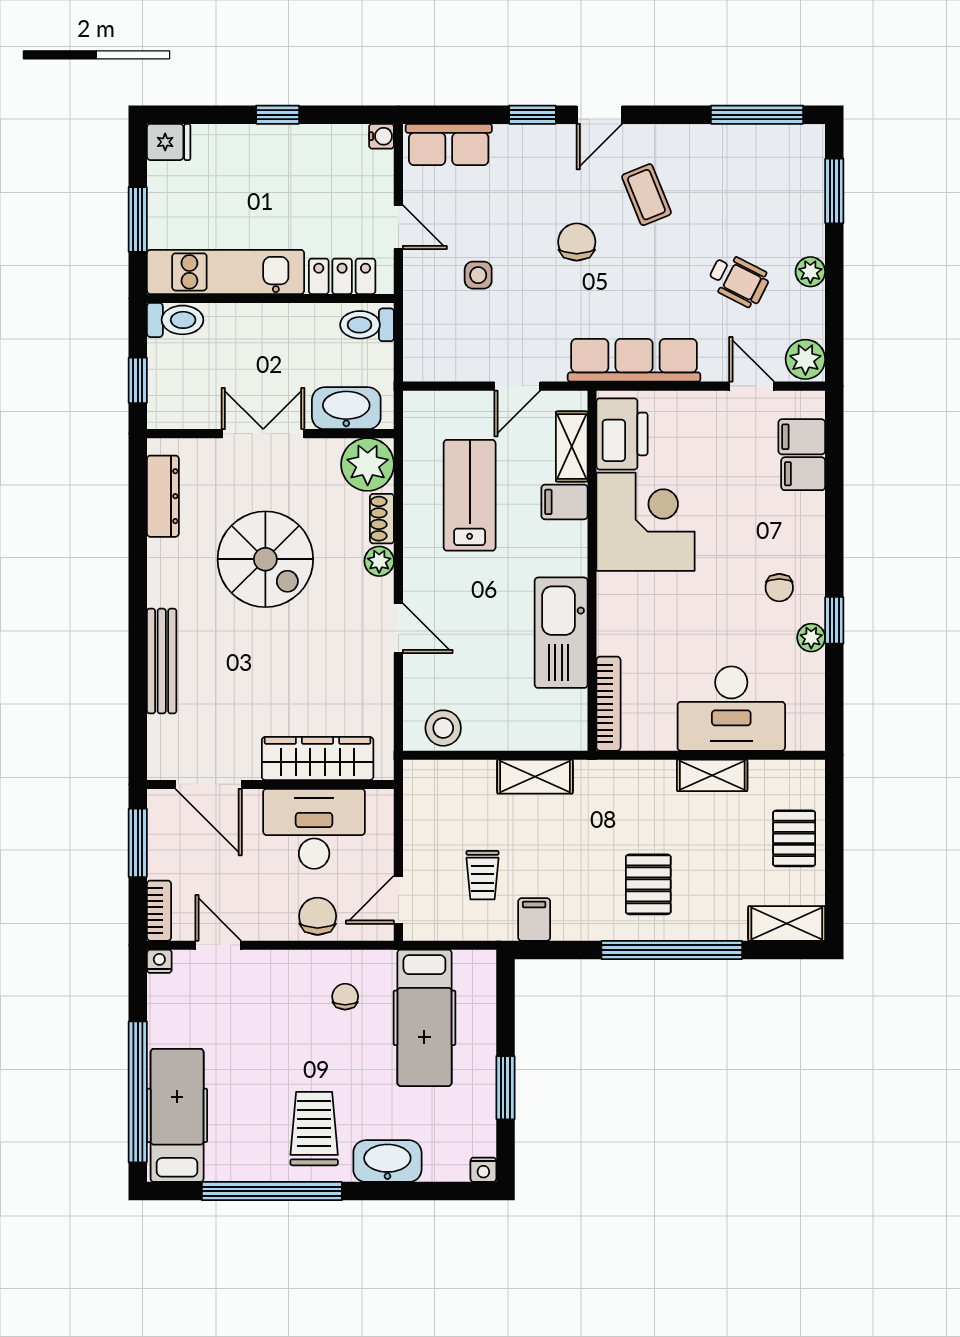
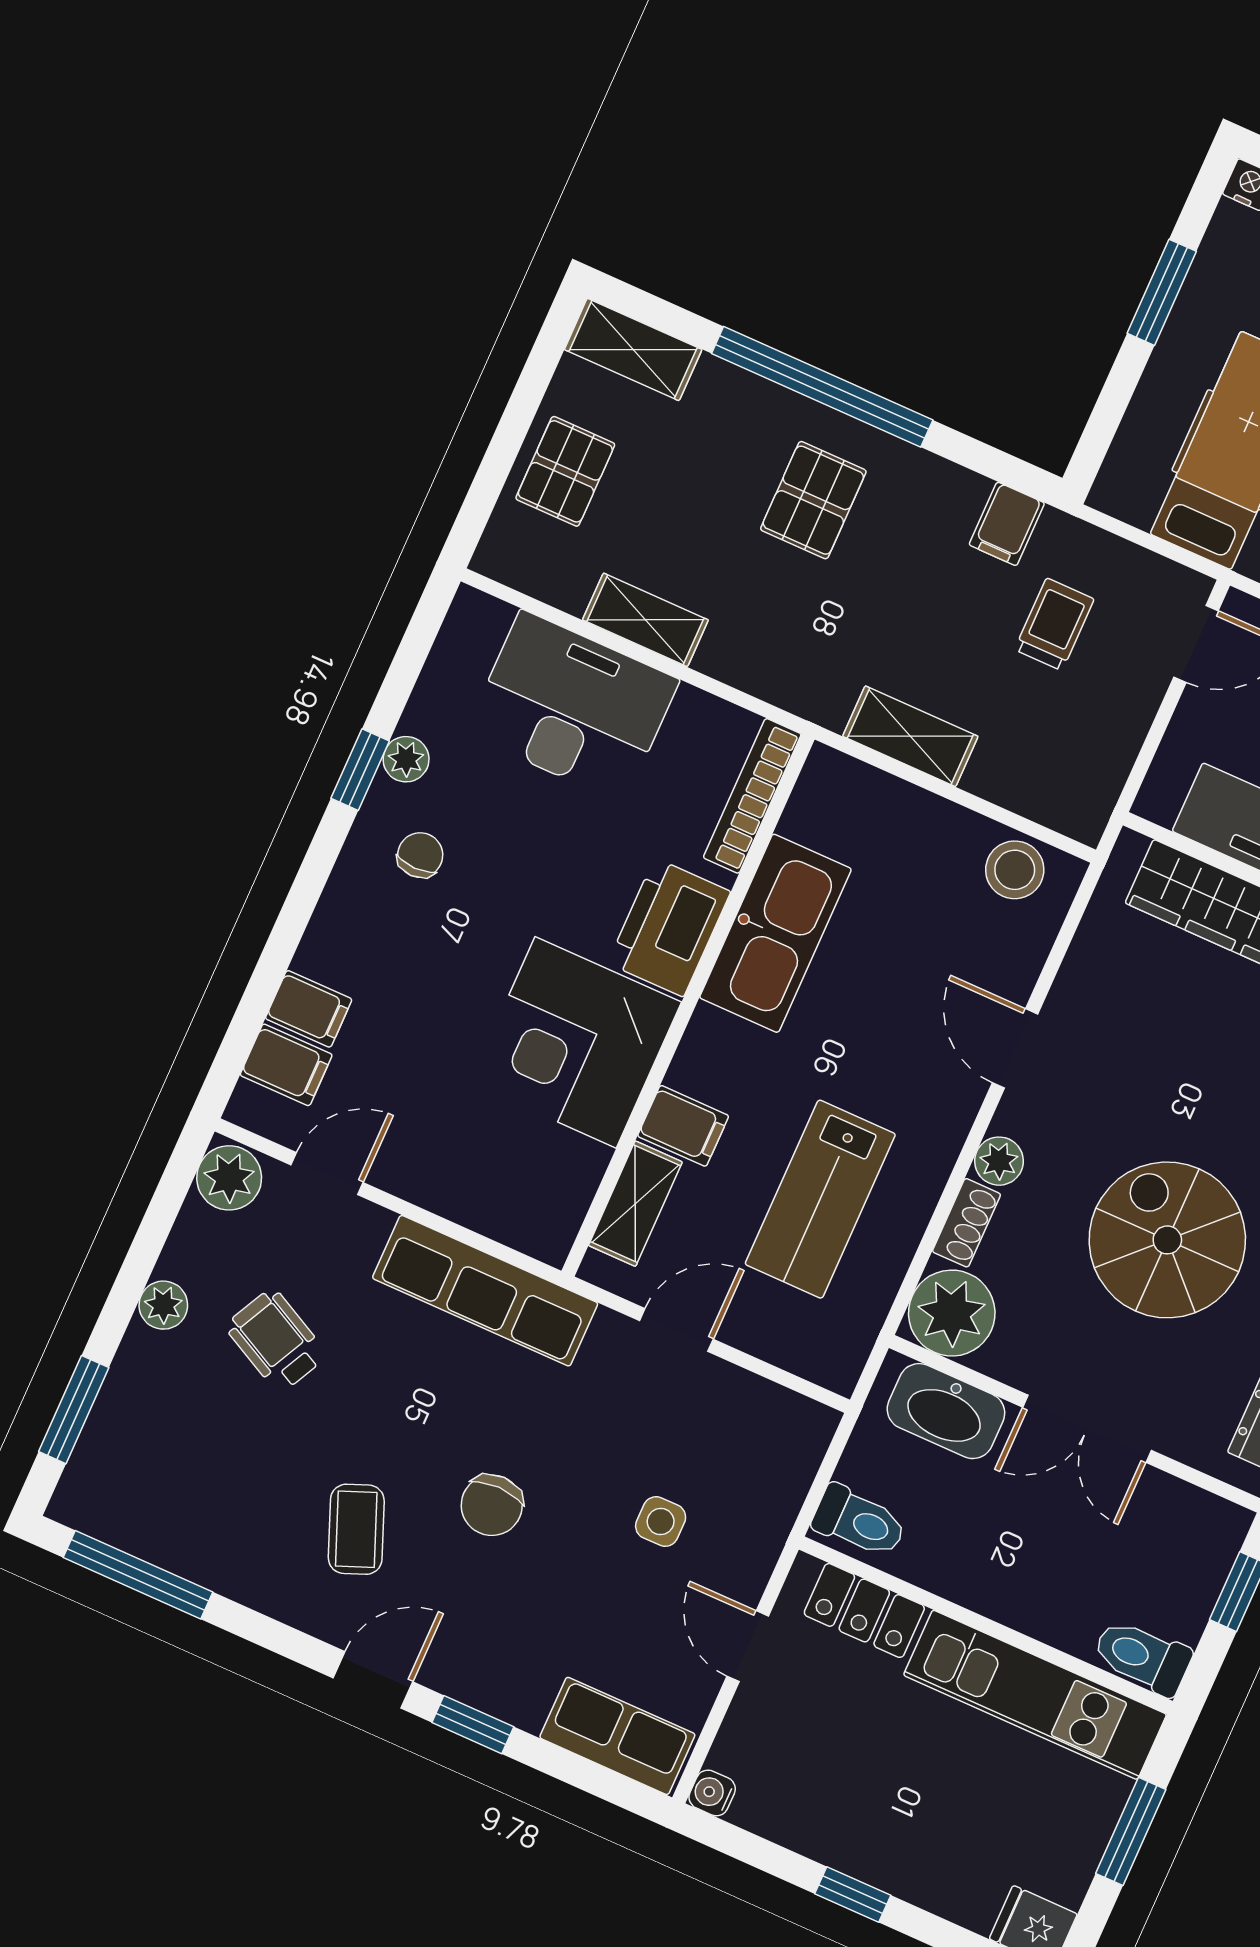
door: (752, 386) -> (327, 1174), swing flipped
printer: (622, 434) -> (669, 927), moved

